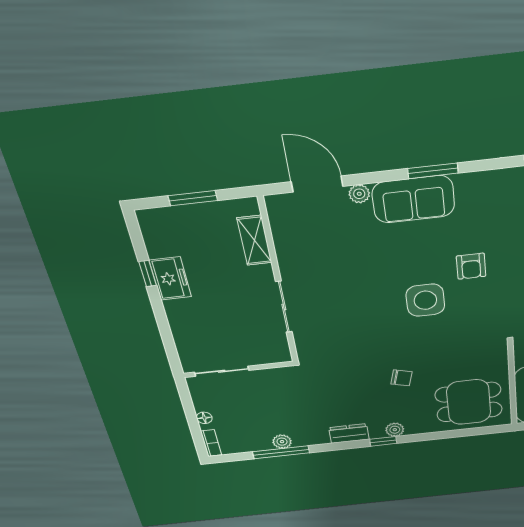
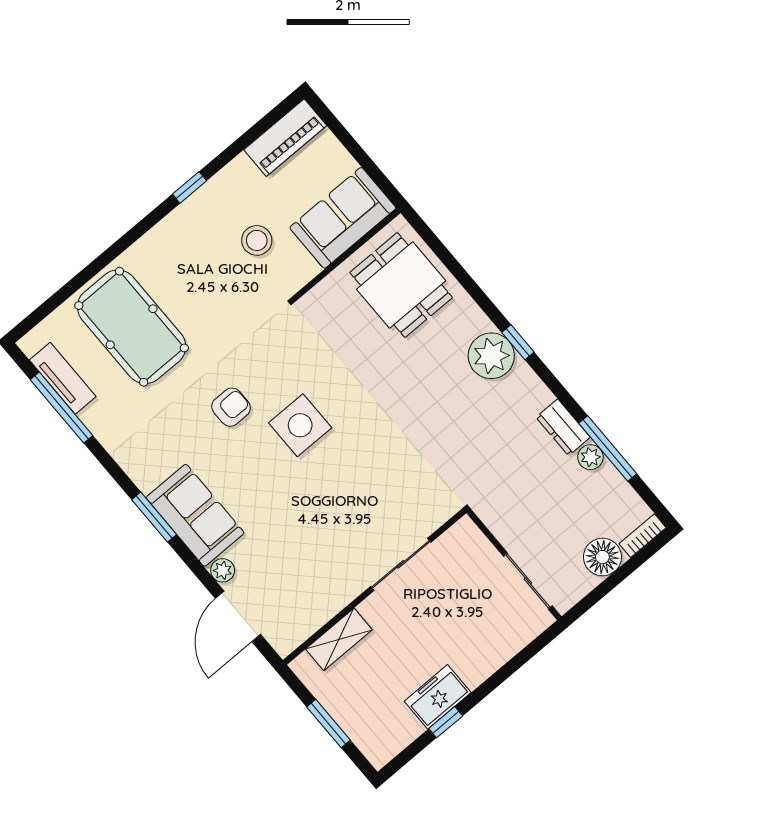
chair: (401, 378) -> (415, 383), removed
floor lamp: (204, 418) -> (602, 557), width x1.89, depth x1.89
plant: (395, 430) -> (491, 356), width x1.87, depth x1.87
dresser: (349, 433) -> (563, 427), moved

